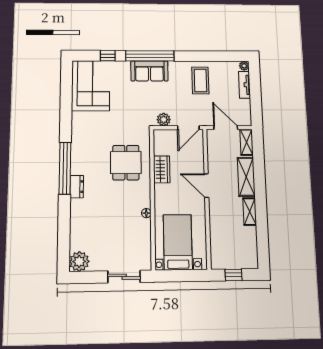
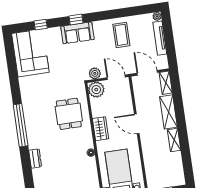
window: (150, 56) -> (76, 20), width x0.32
tv unit: (244, 85) -> (160, 38), width x1.41
door: (188, 128) -> (116, 77), swing flipped
plant: (163, 139) -> (96, 90), added
wardrobe: (162, 169) -> (101, 129), moved
dresser: (77, 187) -> (35, 158), moved

